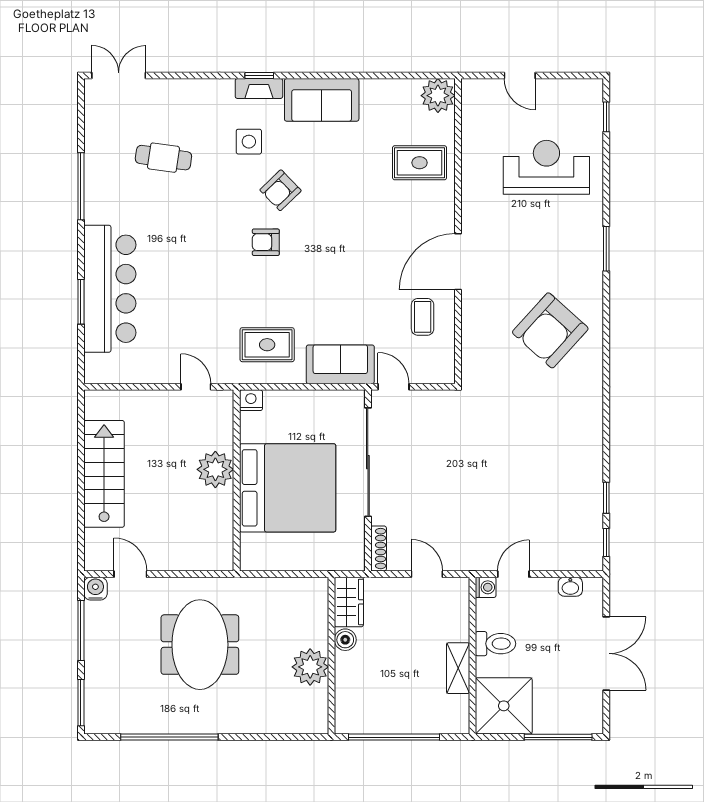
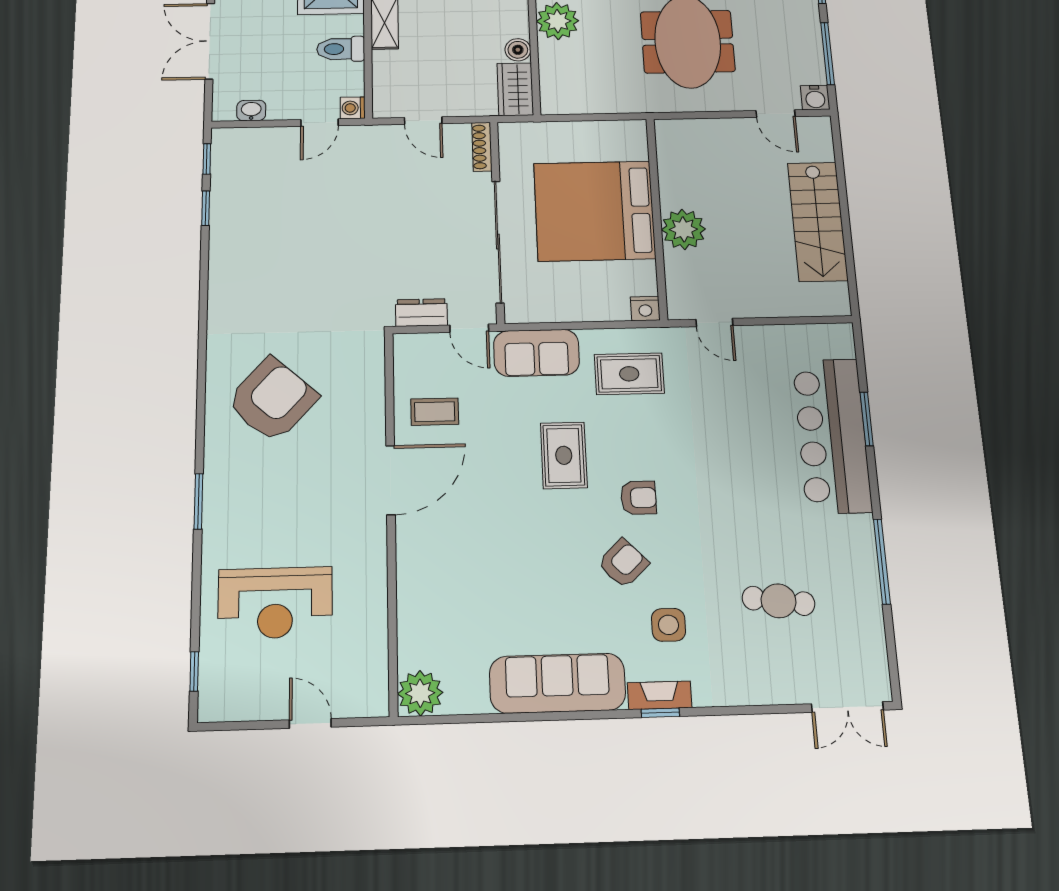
sofa: (322, 100) -> (557, 683), width x1.36
rug: (420, 163) -> (564, 455), moved, turned 90
coffee table: (423, 317) -> (435, 412), turned 90
dresser: (432, 401) -> (421, 313), added

